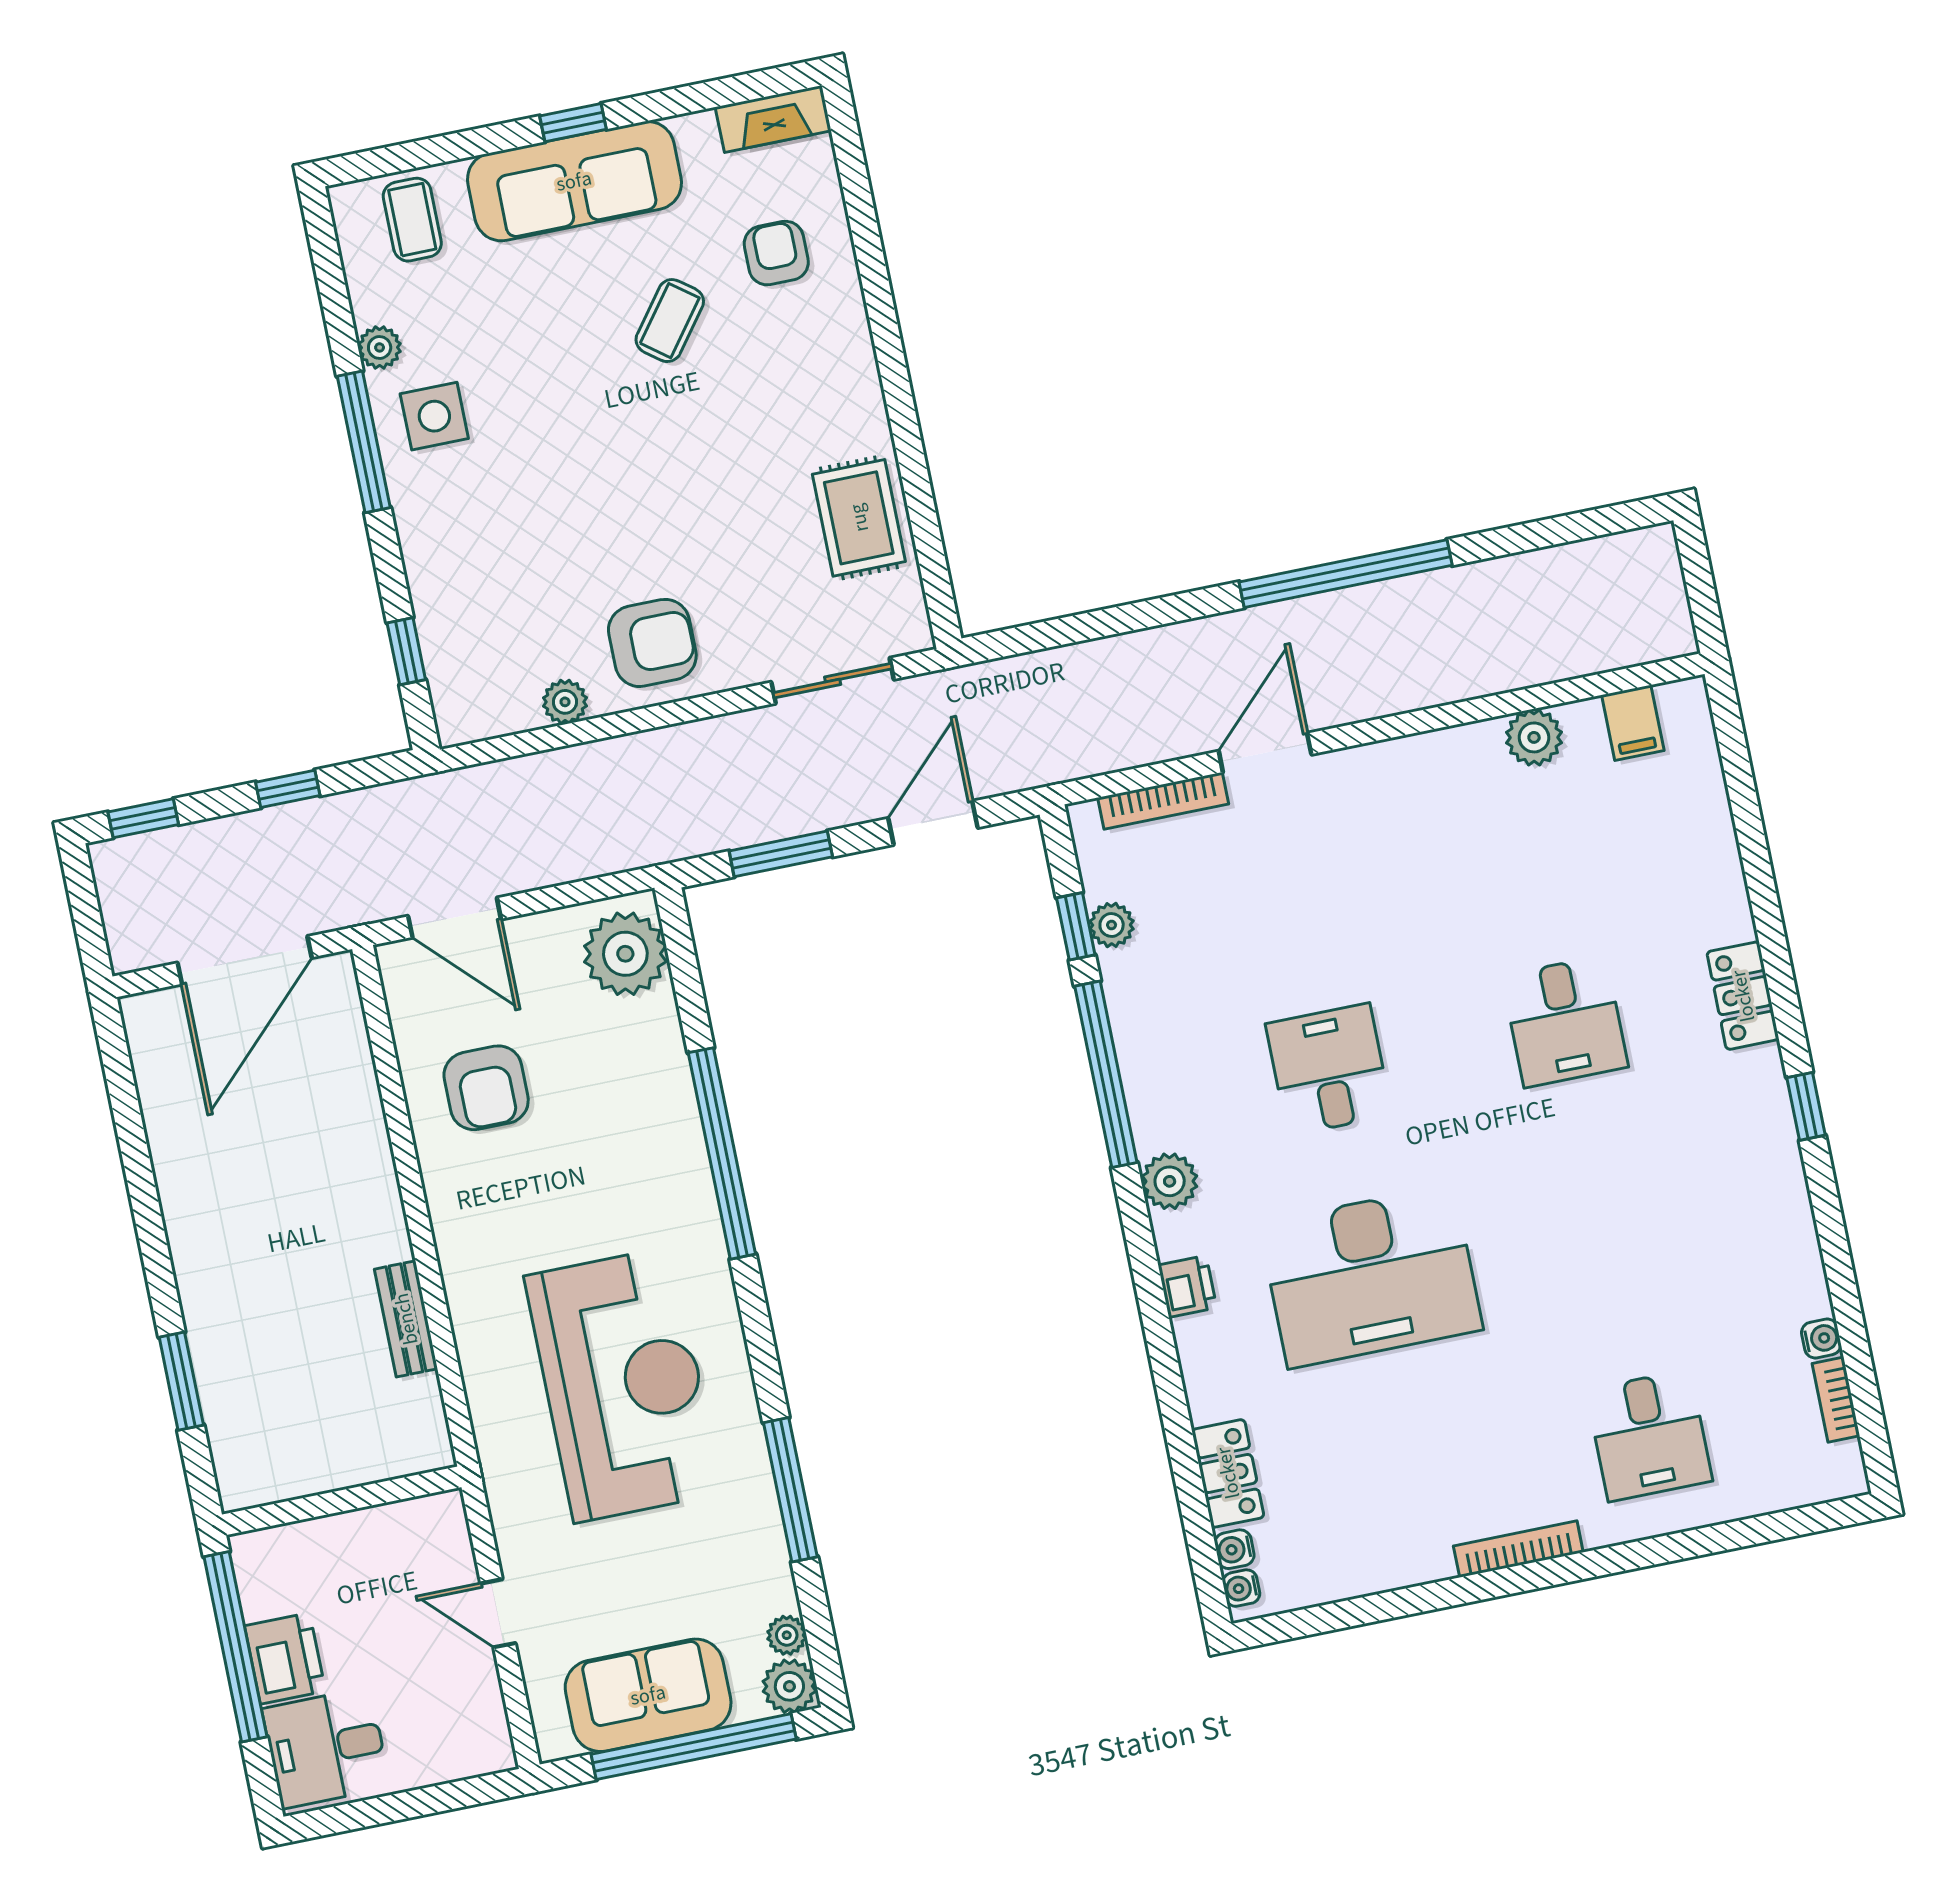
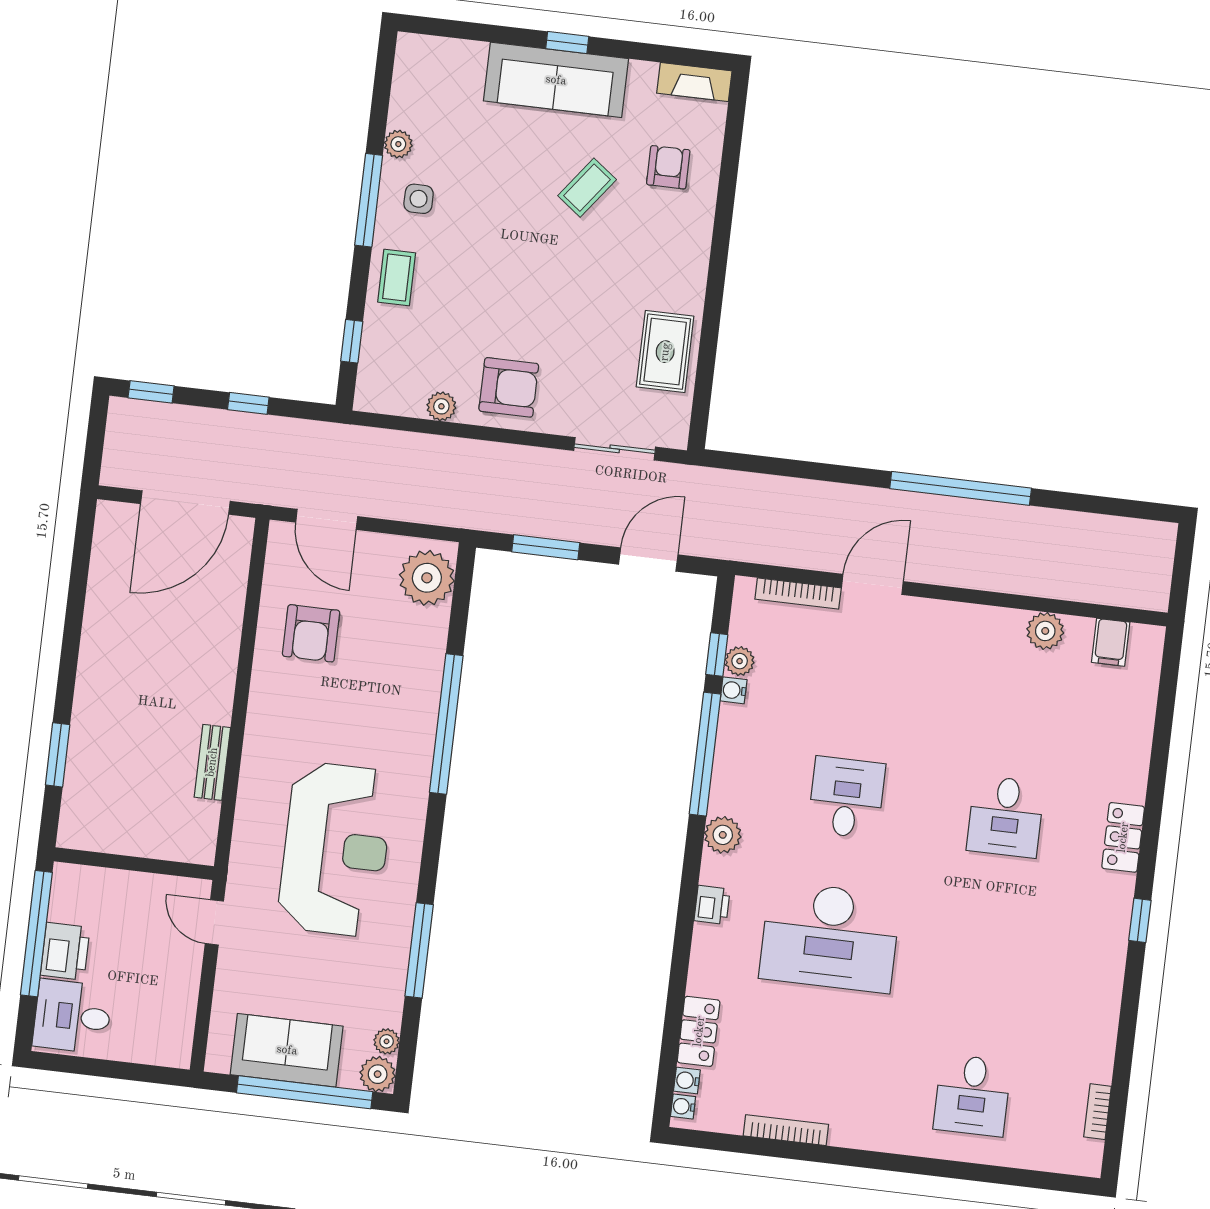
coffee table: (412, 220) -> (397, 278), moved
side table: (434, 416) -> (419, 199), width x0.73, depth x0.73
water cooler: (1821, 1338) -> (734, 690), moved, turned 180
bookcase: (1518, 1549) -> (786, 1130), moved
door: (498, 1613) -> (214, 922), moved

